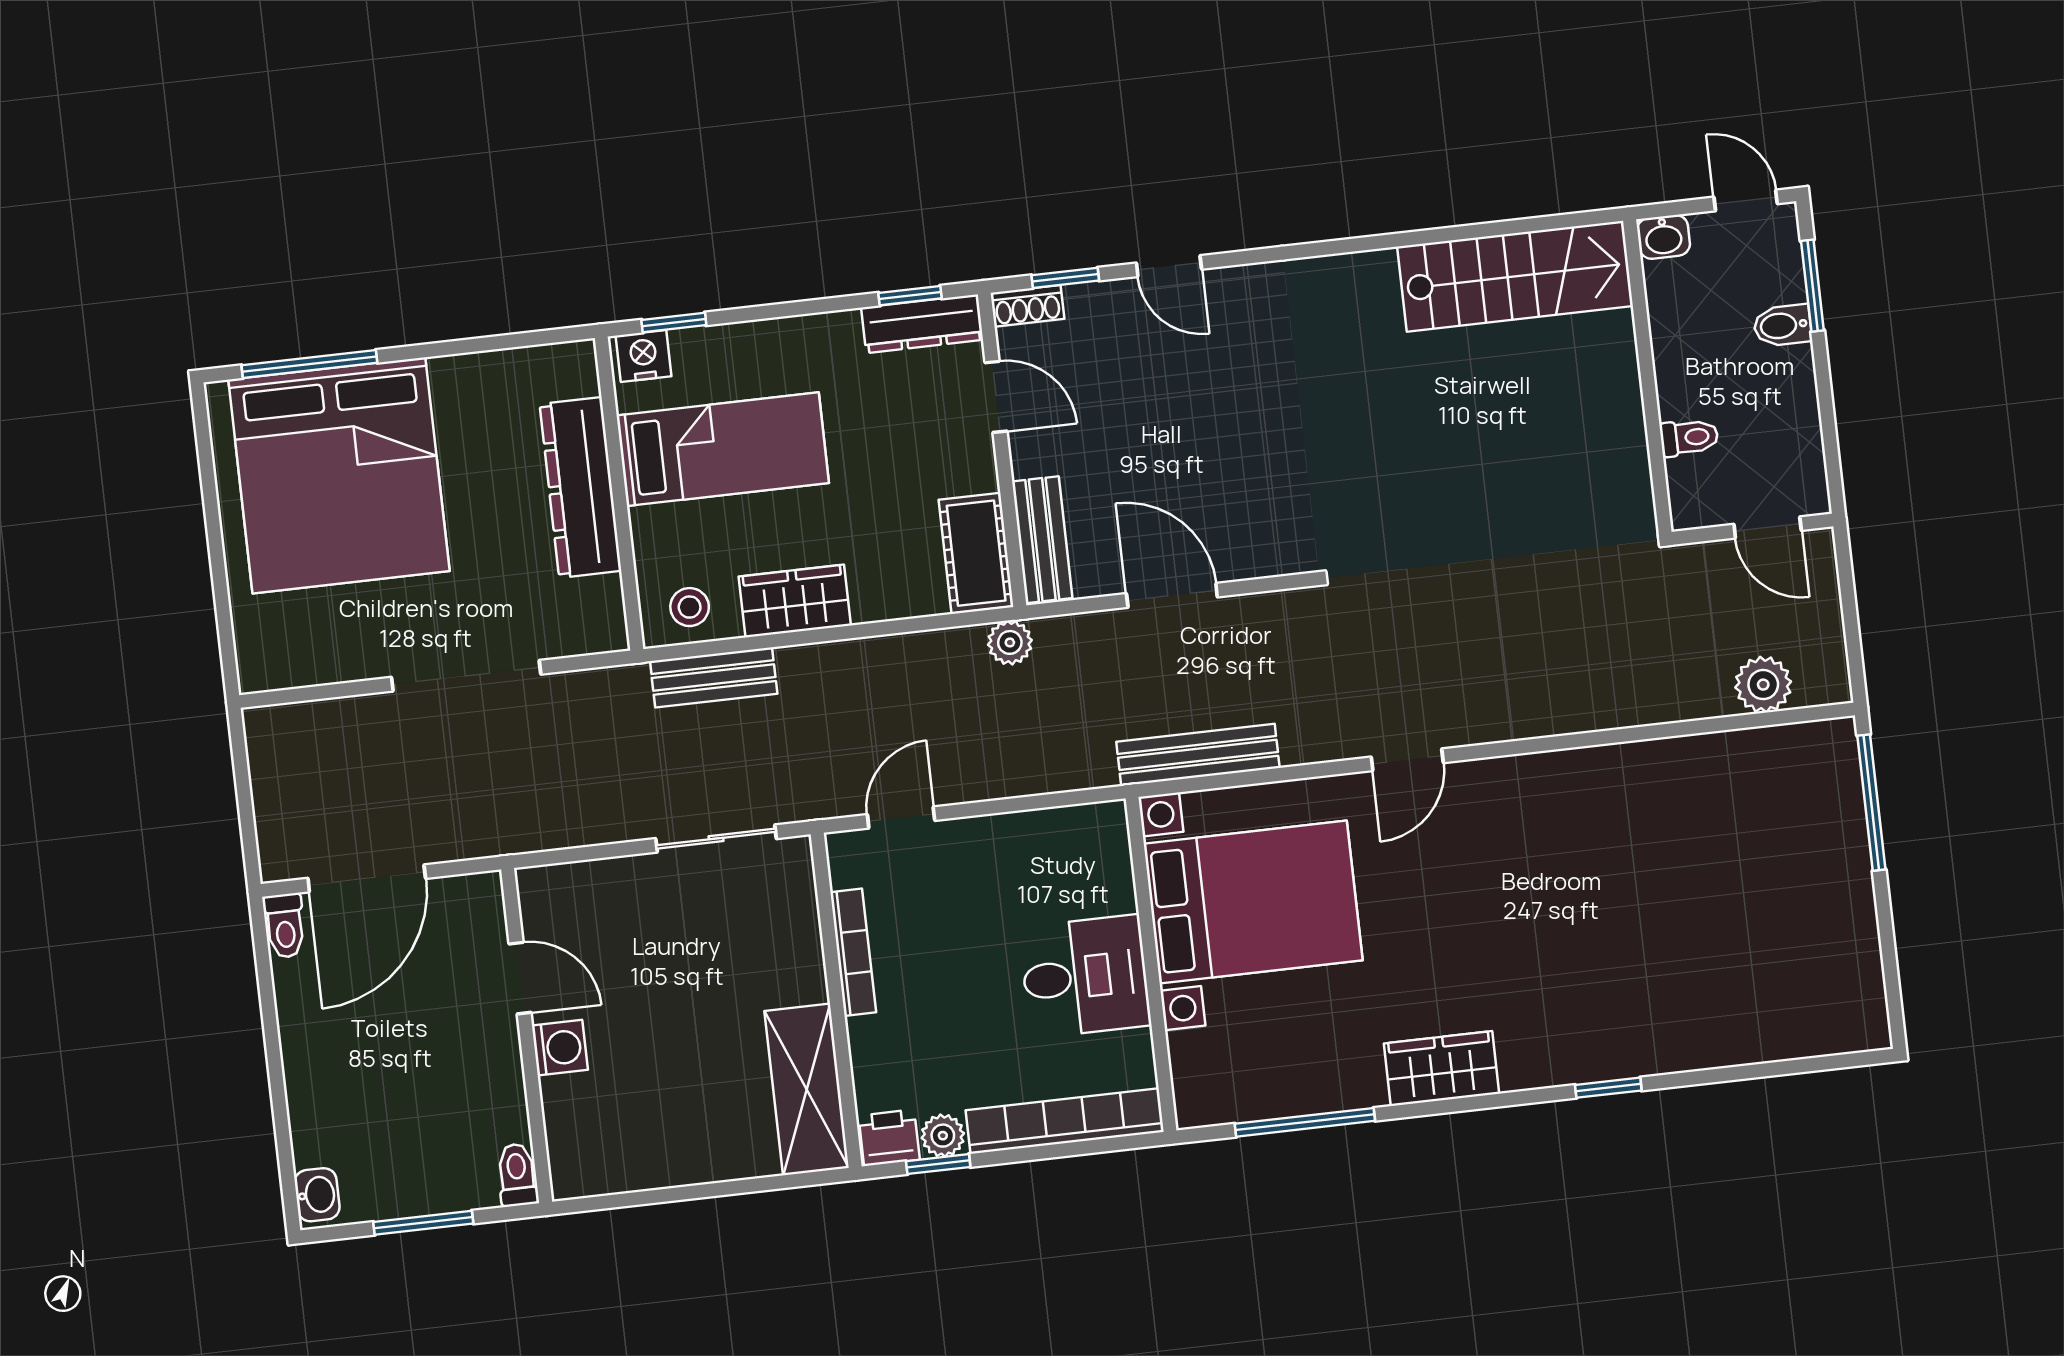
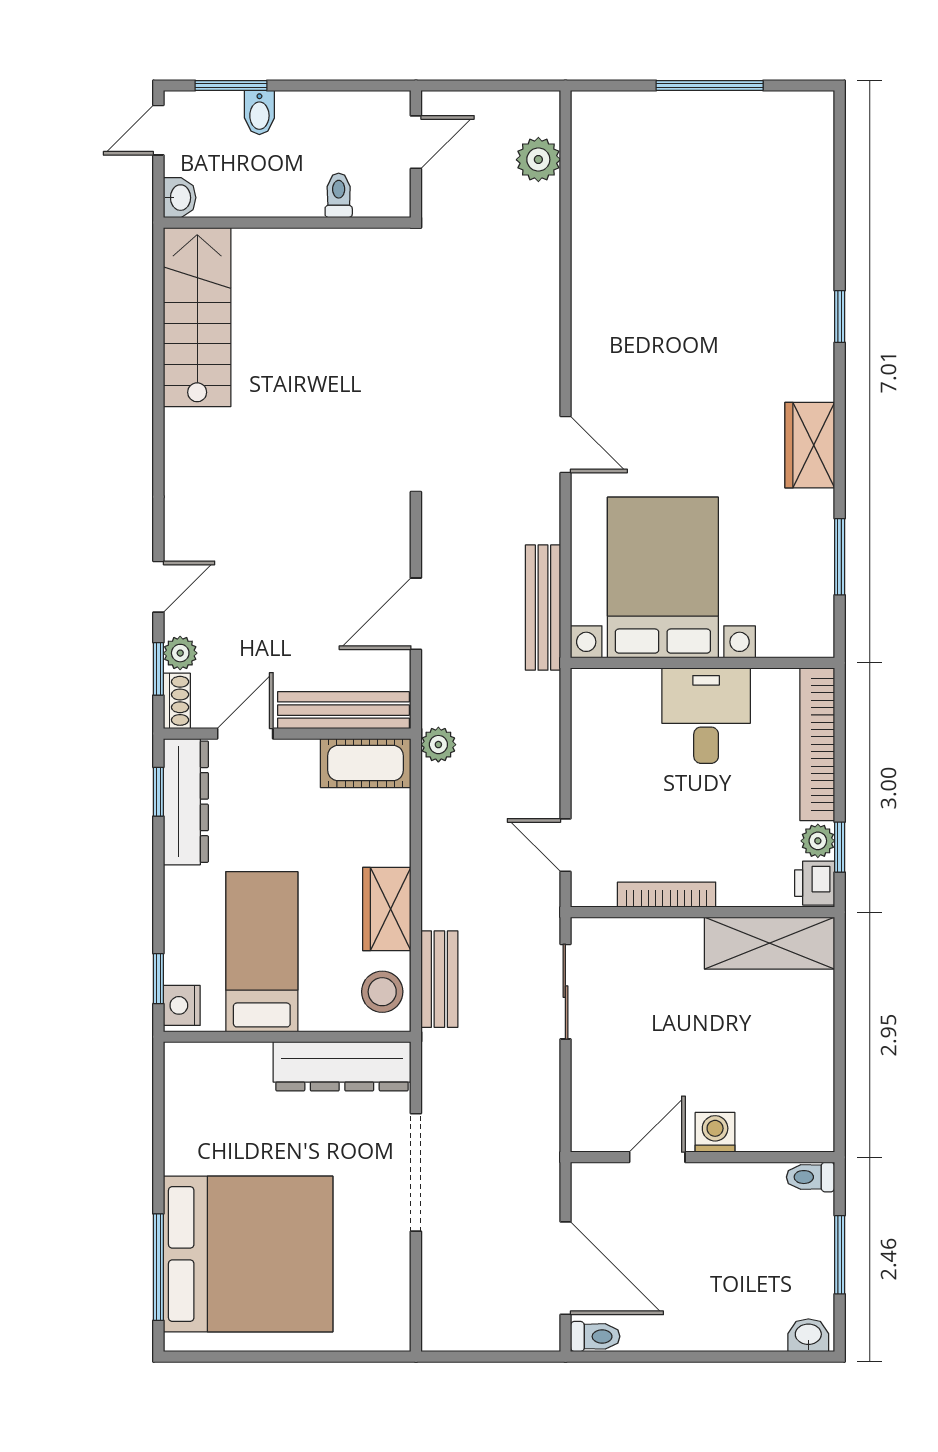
plant: (1088, 303) -> (180, 653), added
dresser: (922, 324) -> (186, 802), width x1.37, depth x1.24
dresser: (580, 487) -> (342, 1066), moved
bench: (1042, 540) -> (343, 710), width x1.36
stool: (690, 607) -> (382, 992), width x1.37, depth x1.37
window: (1871, 803) -> (710, 85), moved
window: (1305, 1122) -> (840, 557), width x0.69

